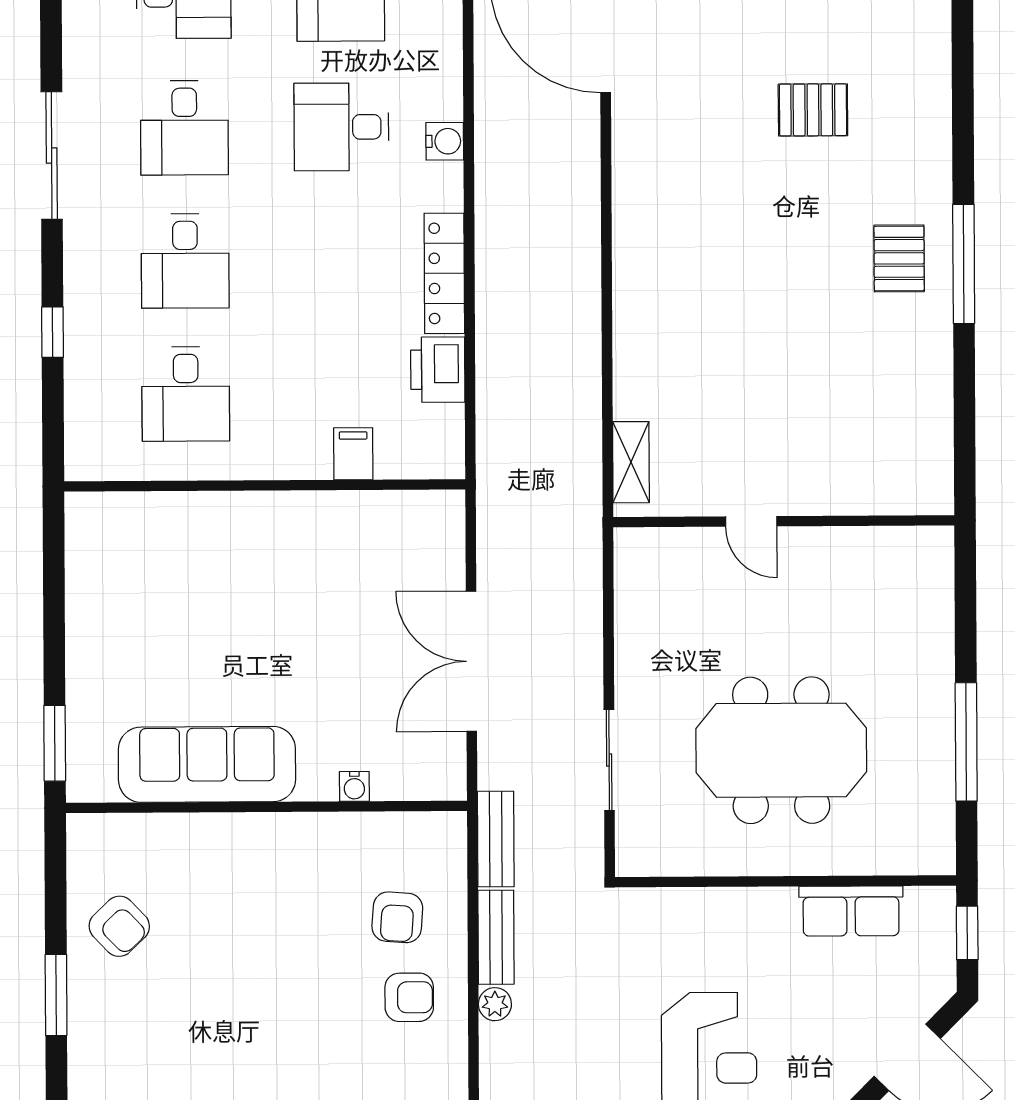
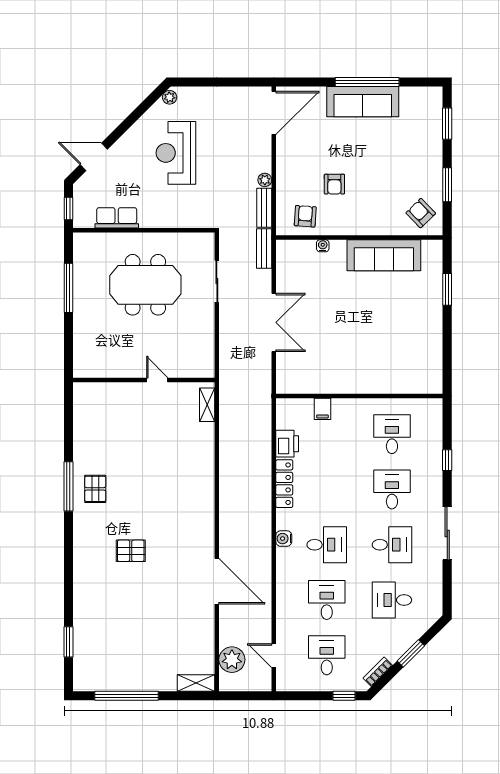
desk: (184, 128) -> (392, 545), turned 90
sofa: (207, 764) -> (384, 255), moved
water cooler: (354, 786) -> (323, 246), moved
wall: (266, 807) -> (359, 237), moved
armchair: (409, 997) -> (334, 184), moved, turned -90

